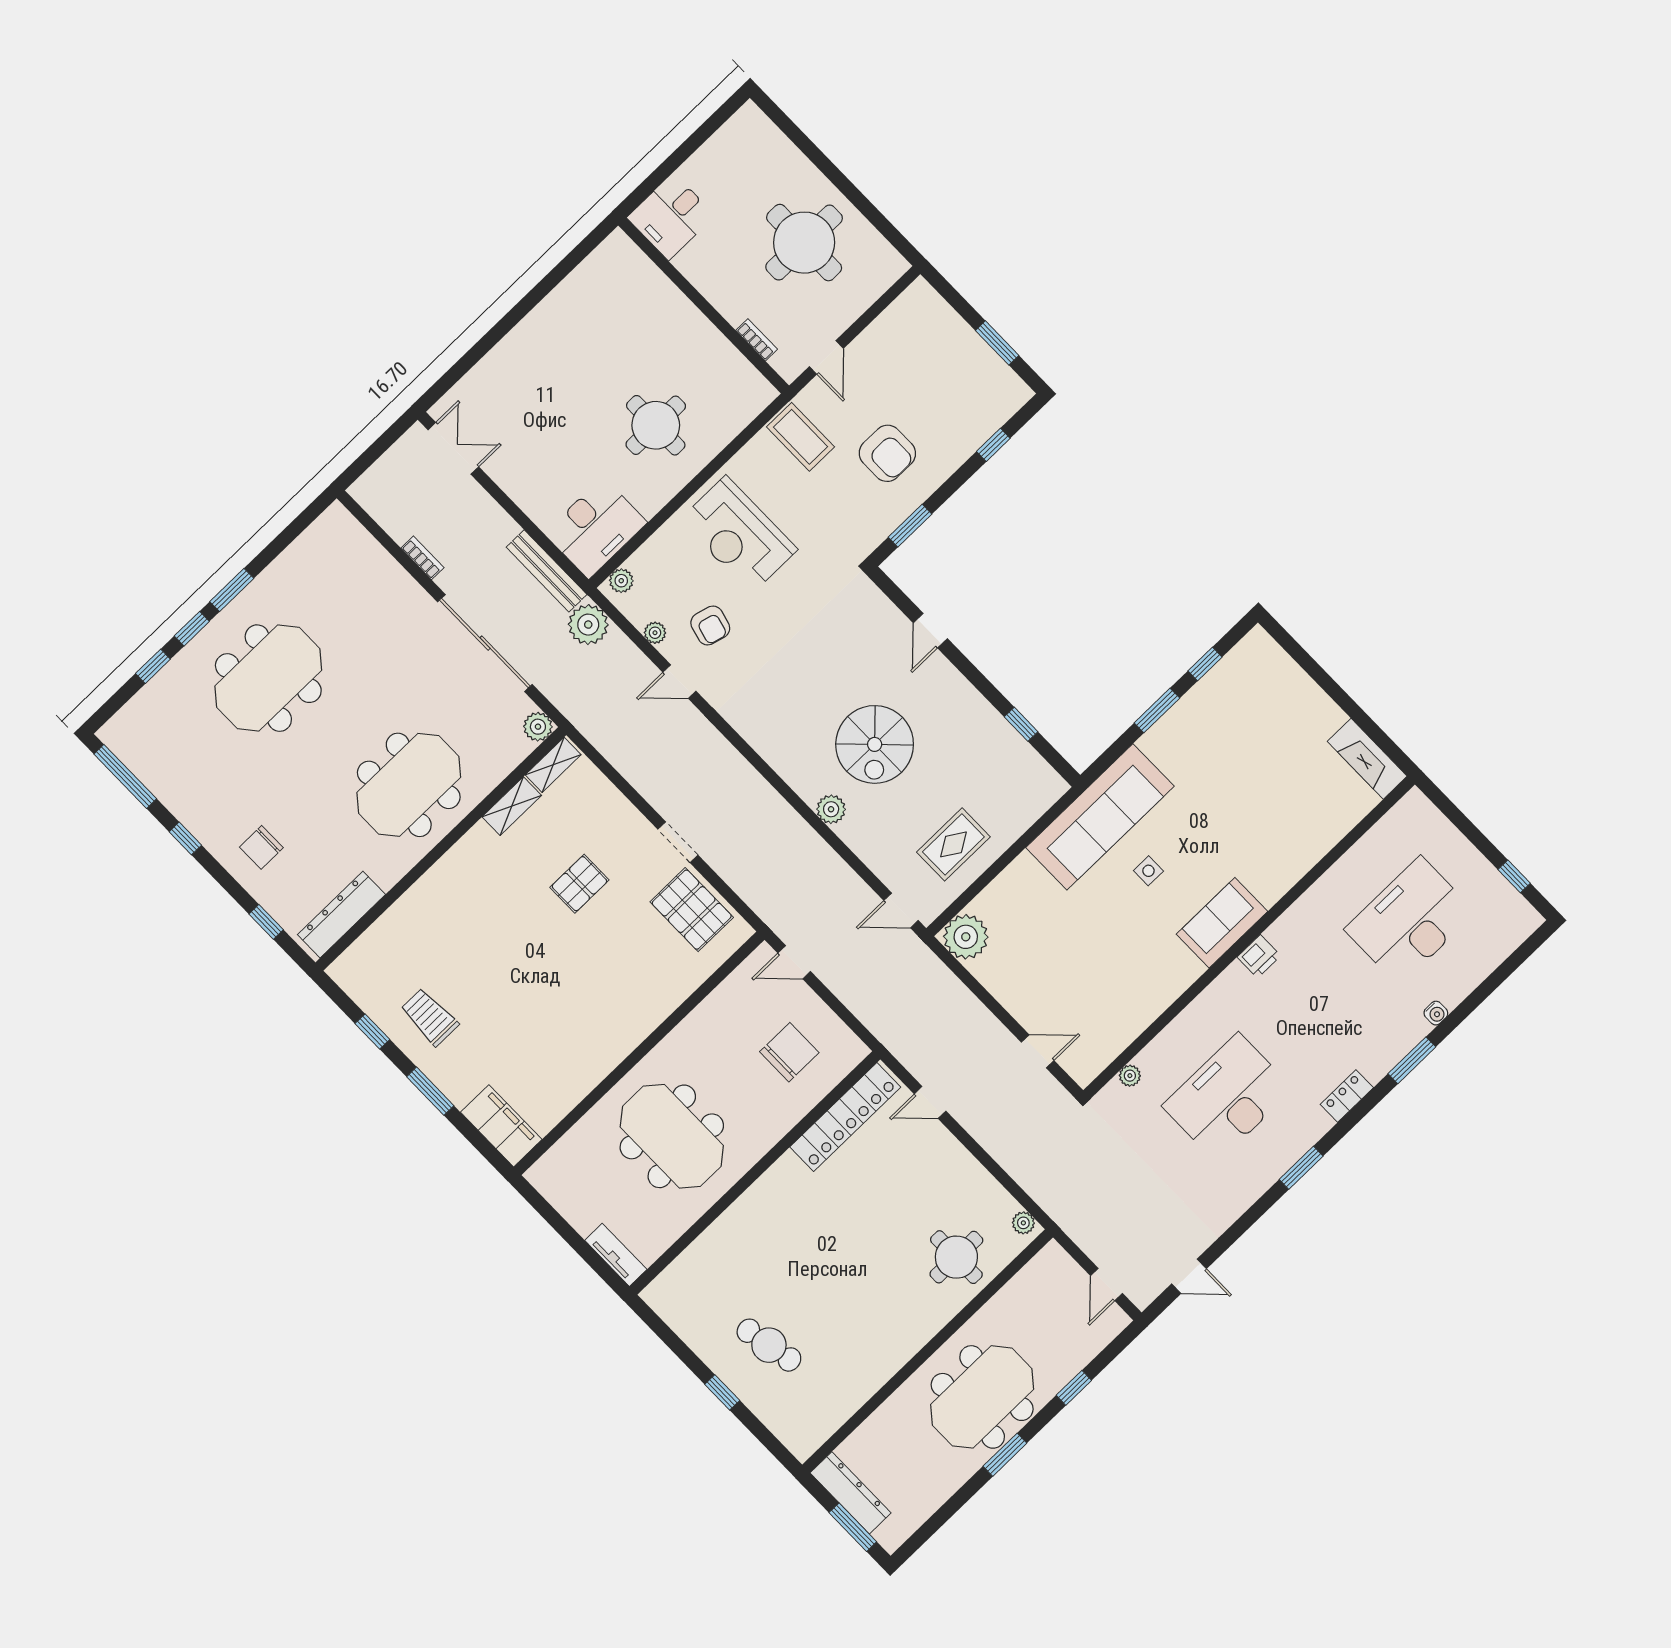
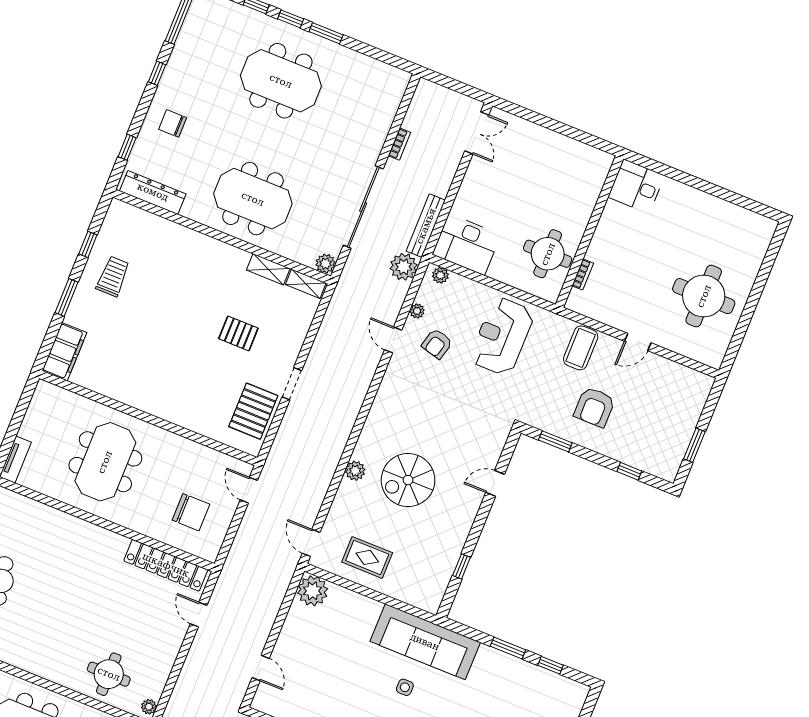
desk: (671, 217) -> (636, 186), moved
wall: (704, 305) -> (589, 232), moved
bookcase: (757, 340) -> (583, 274), moved

